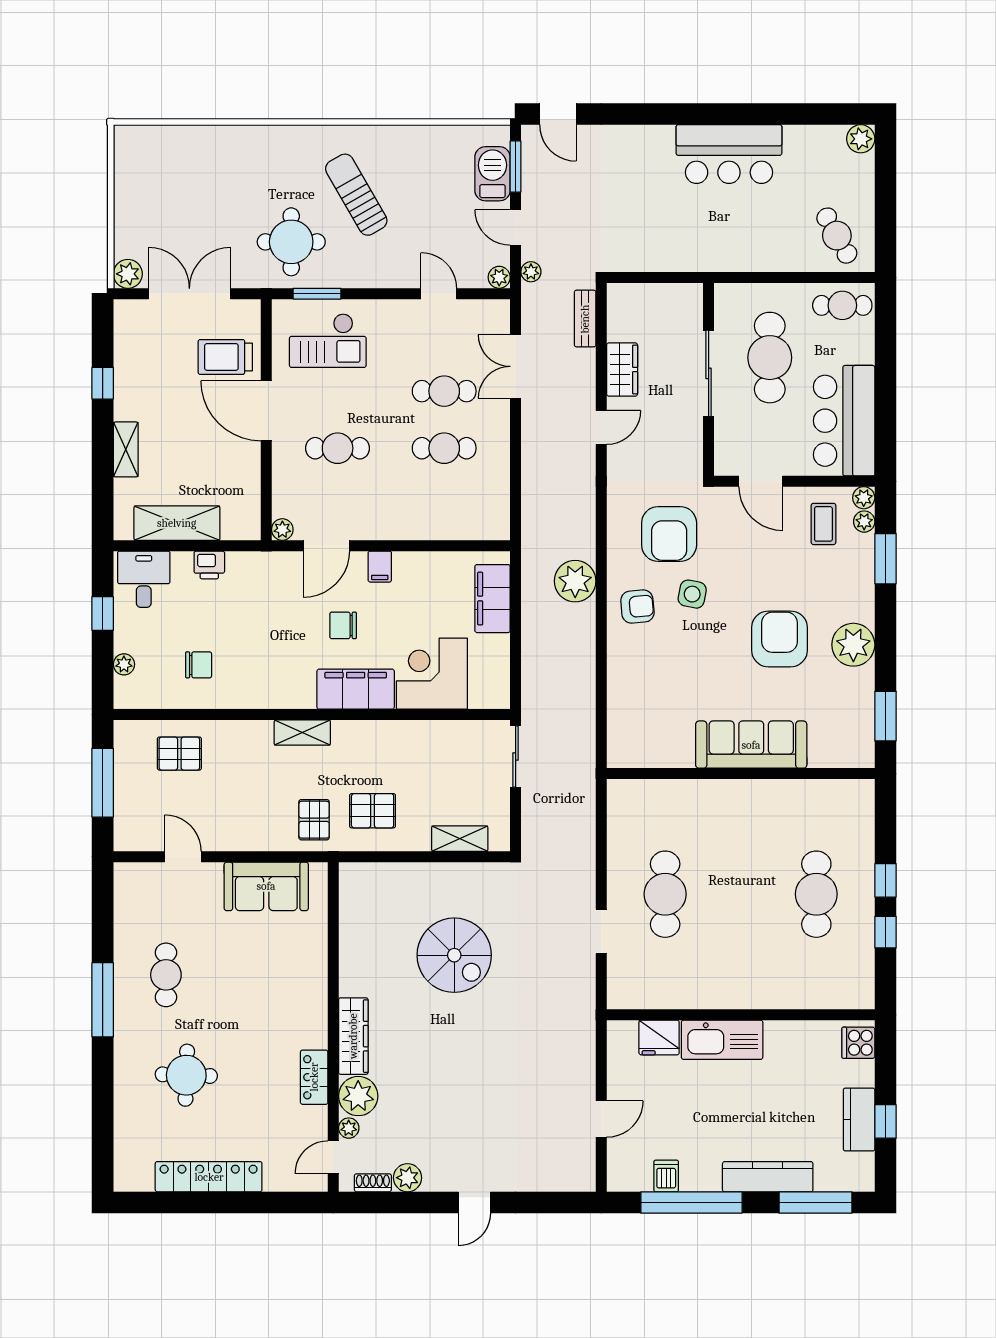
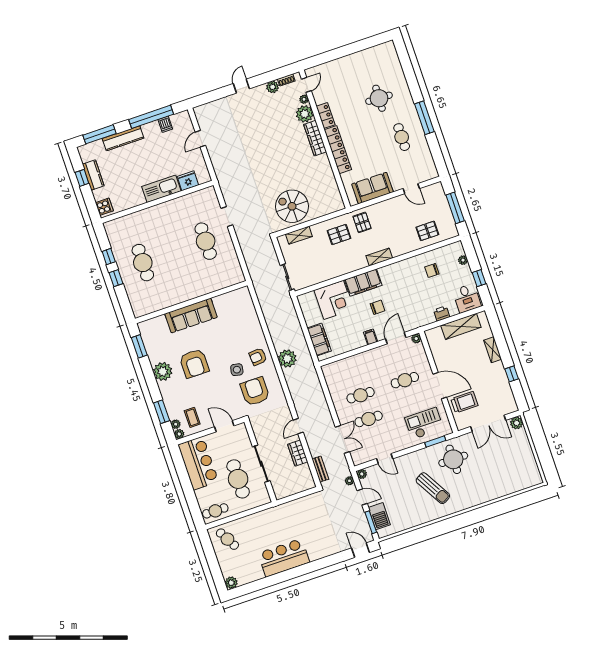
spiral stairs: (454, 955) -> (292, 206), moved
locker: (209, 1177) -> (338, 150), moved, turned -90

